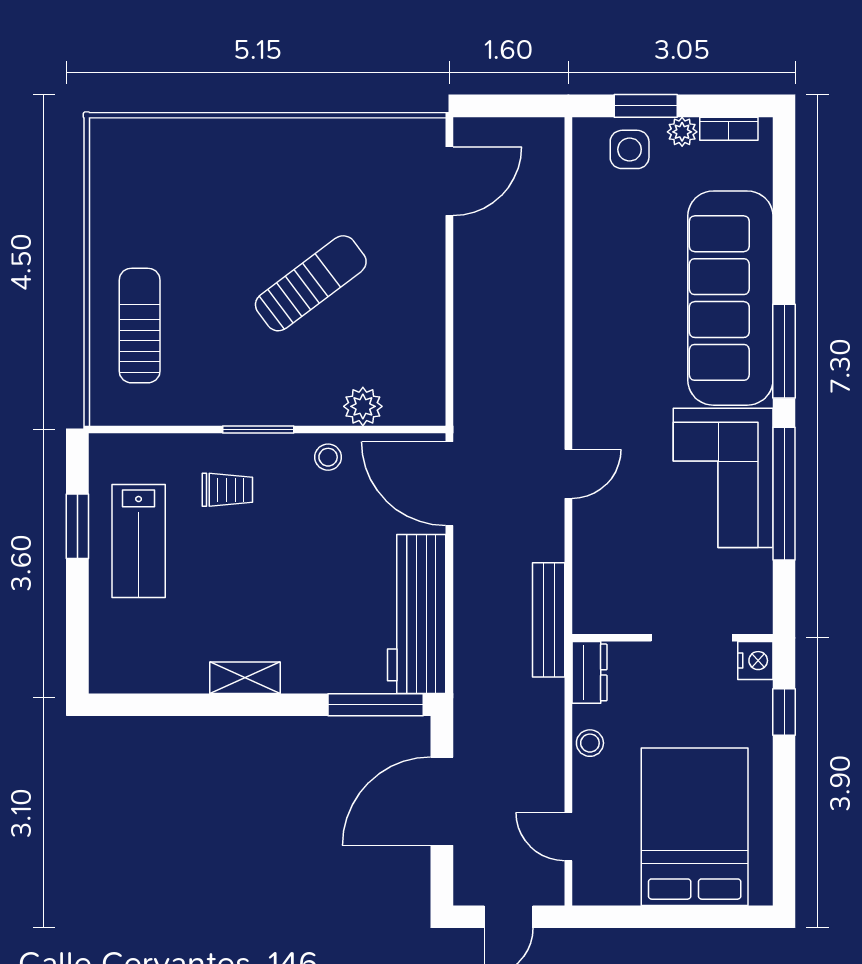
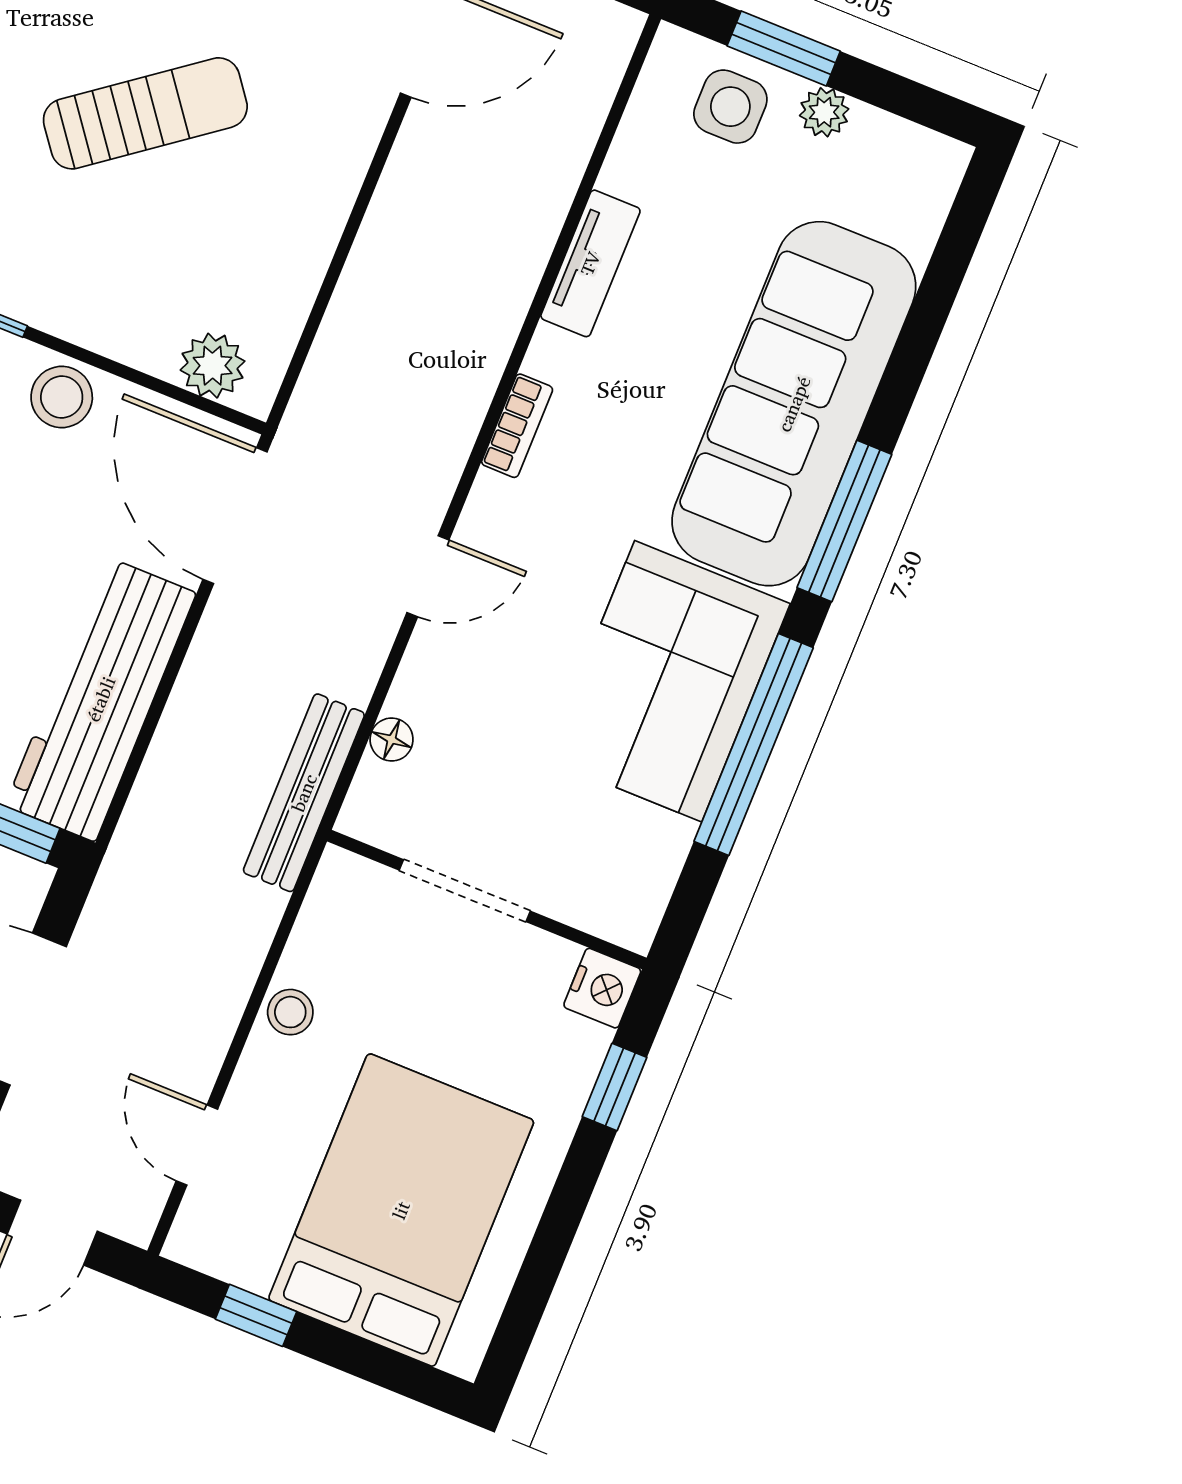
bookcase: (729, 129) -> (517, 426), moved, turned -90
tv unit: (588, 266) -> (590, 263), added
plant: (363, 406) -> (213, 366), moved
stool: (328, 457) -> (62, 397), width x1.37, depth x1.37
floor lamp: (585, 571) -> (392, 740), added
doorway: (692, 638) -> (465, 891), moved
dresser: (589, 672) -> (335, 901), removed
window: (639, 917) -> (256, 1315), added

